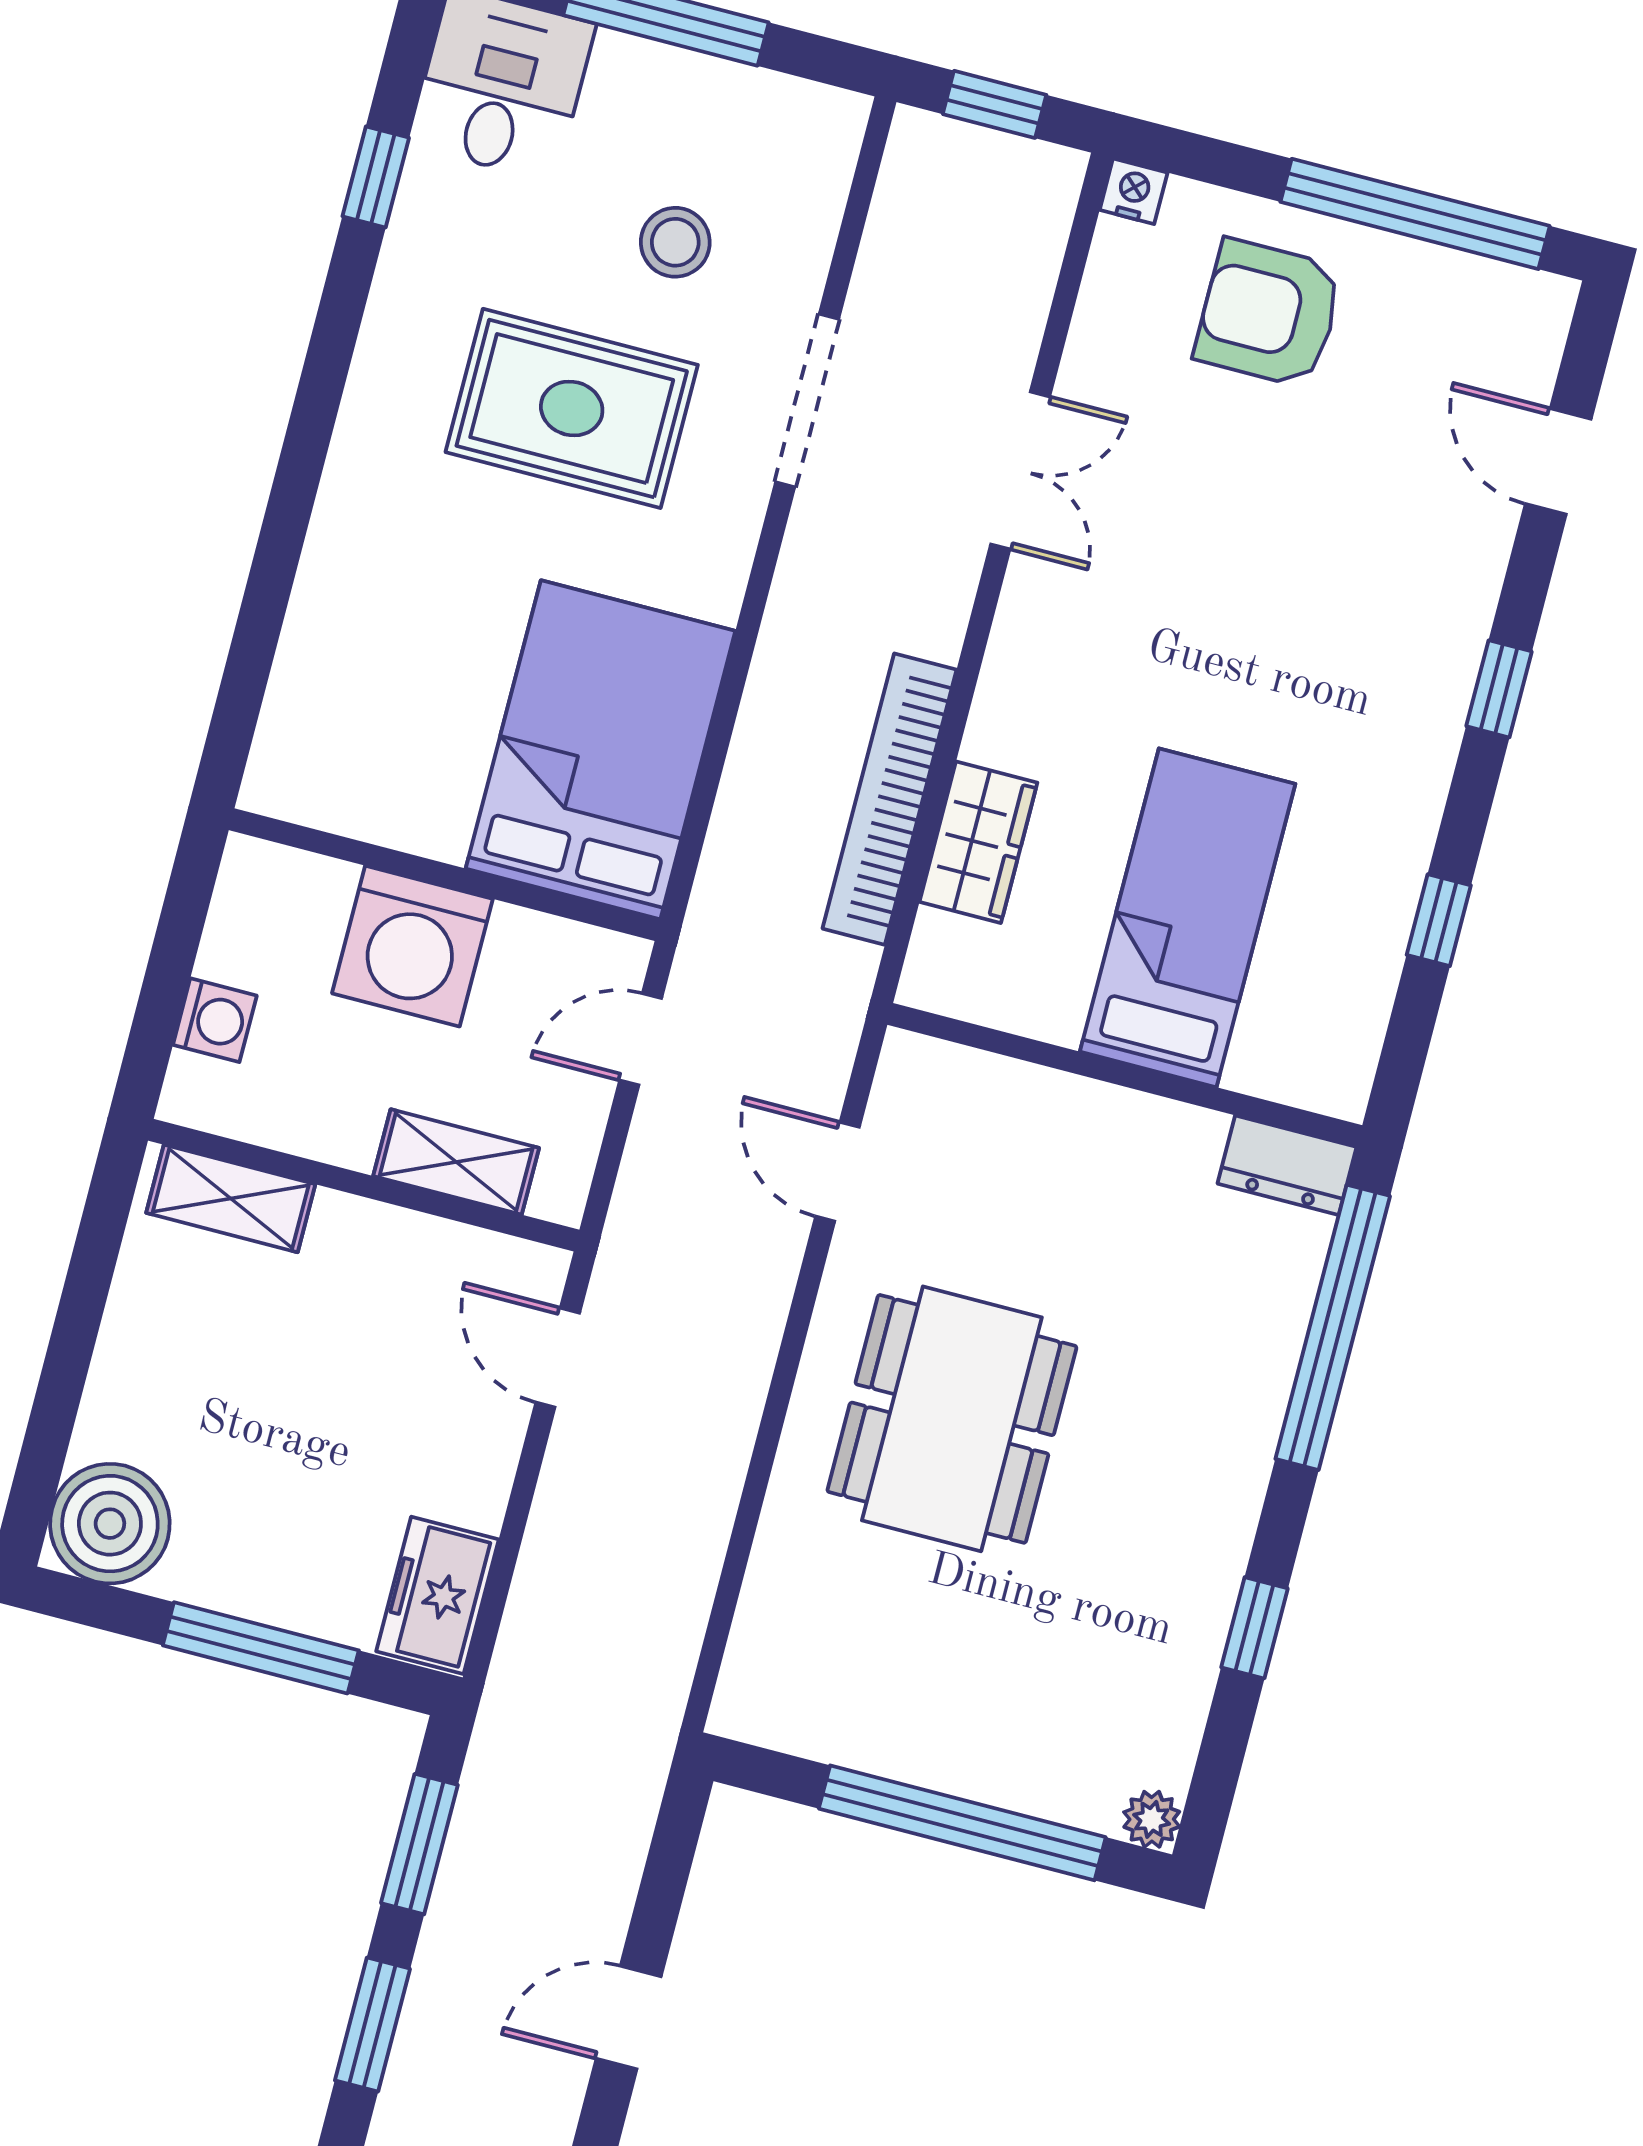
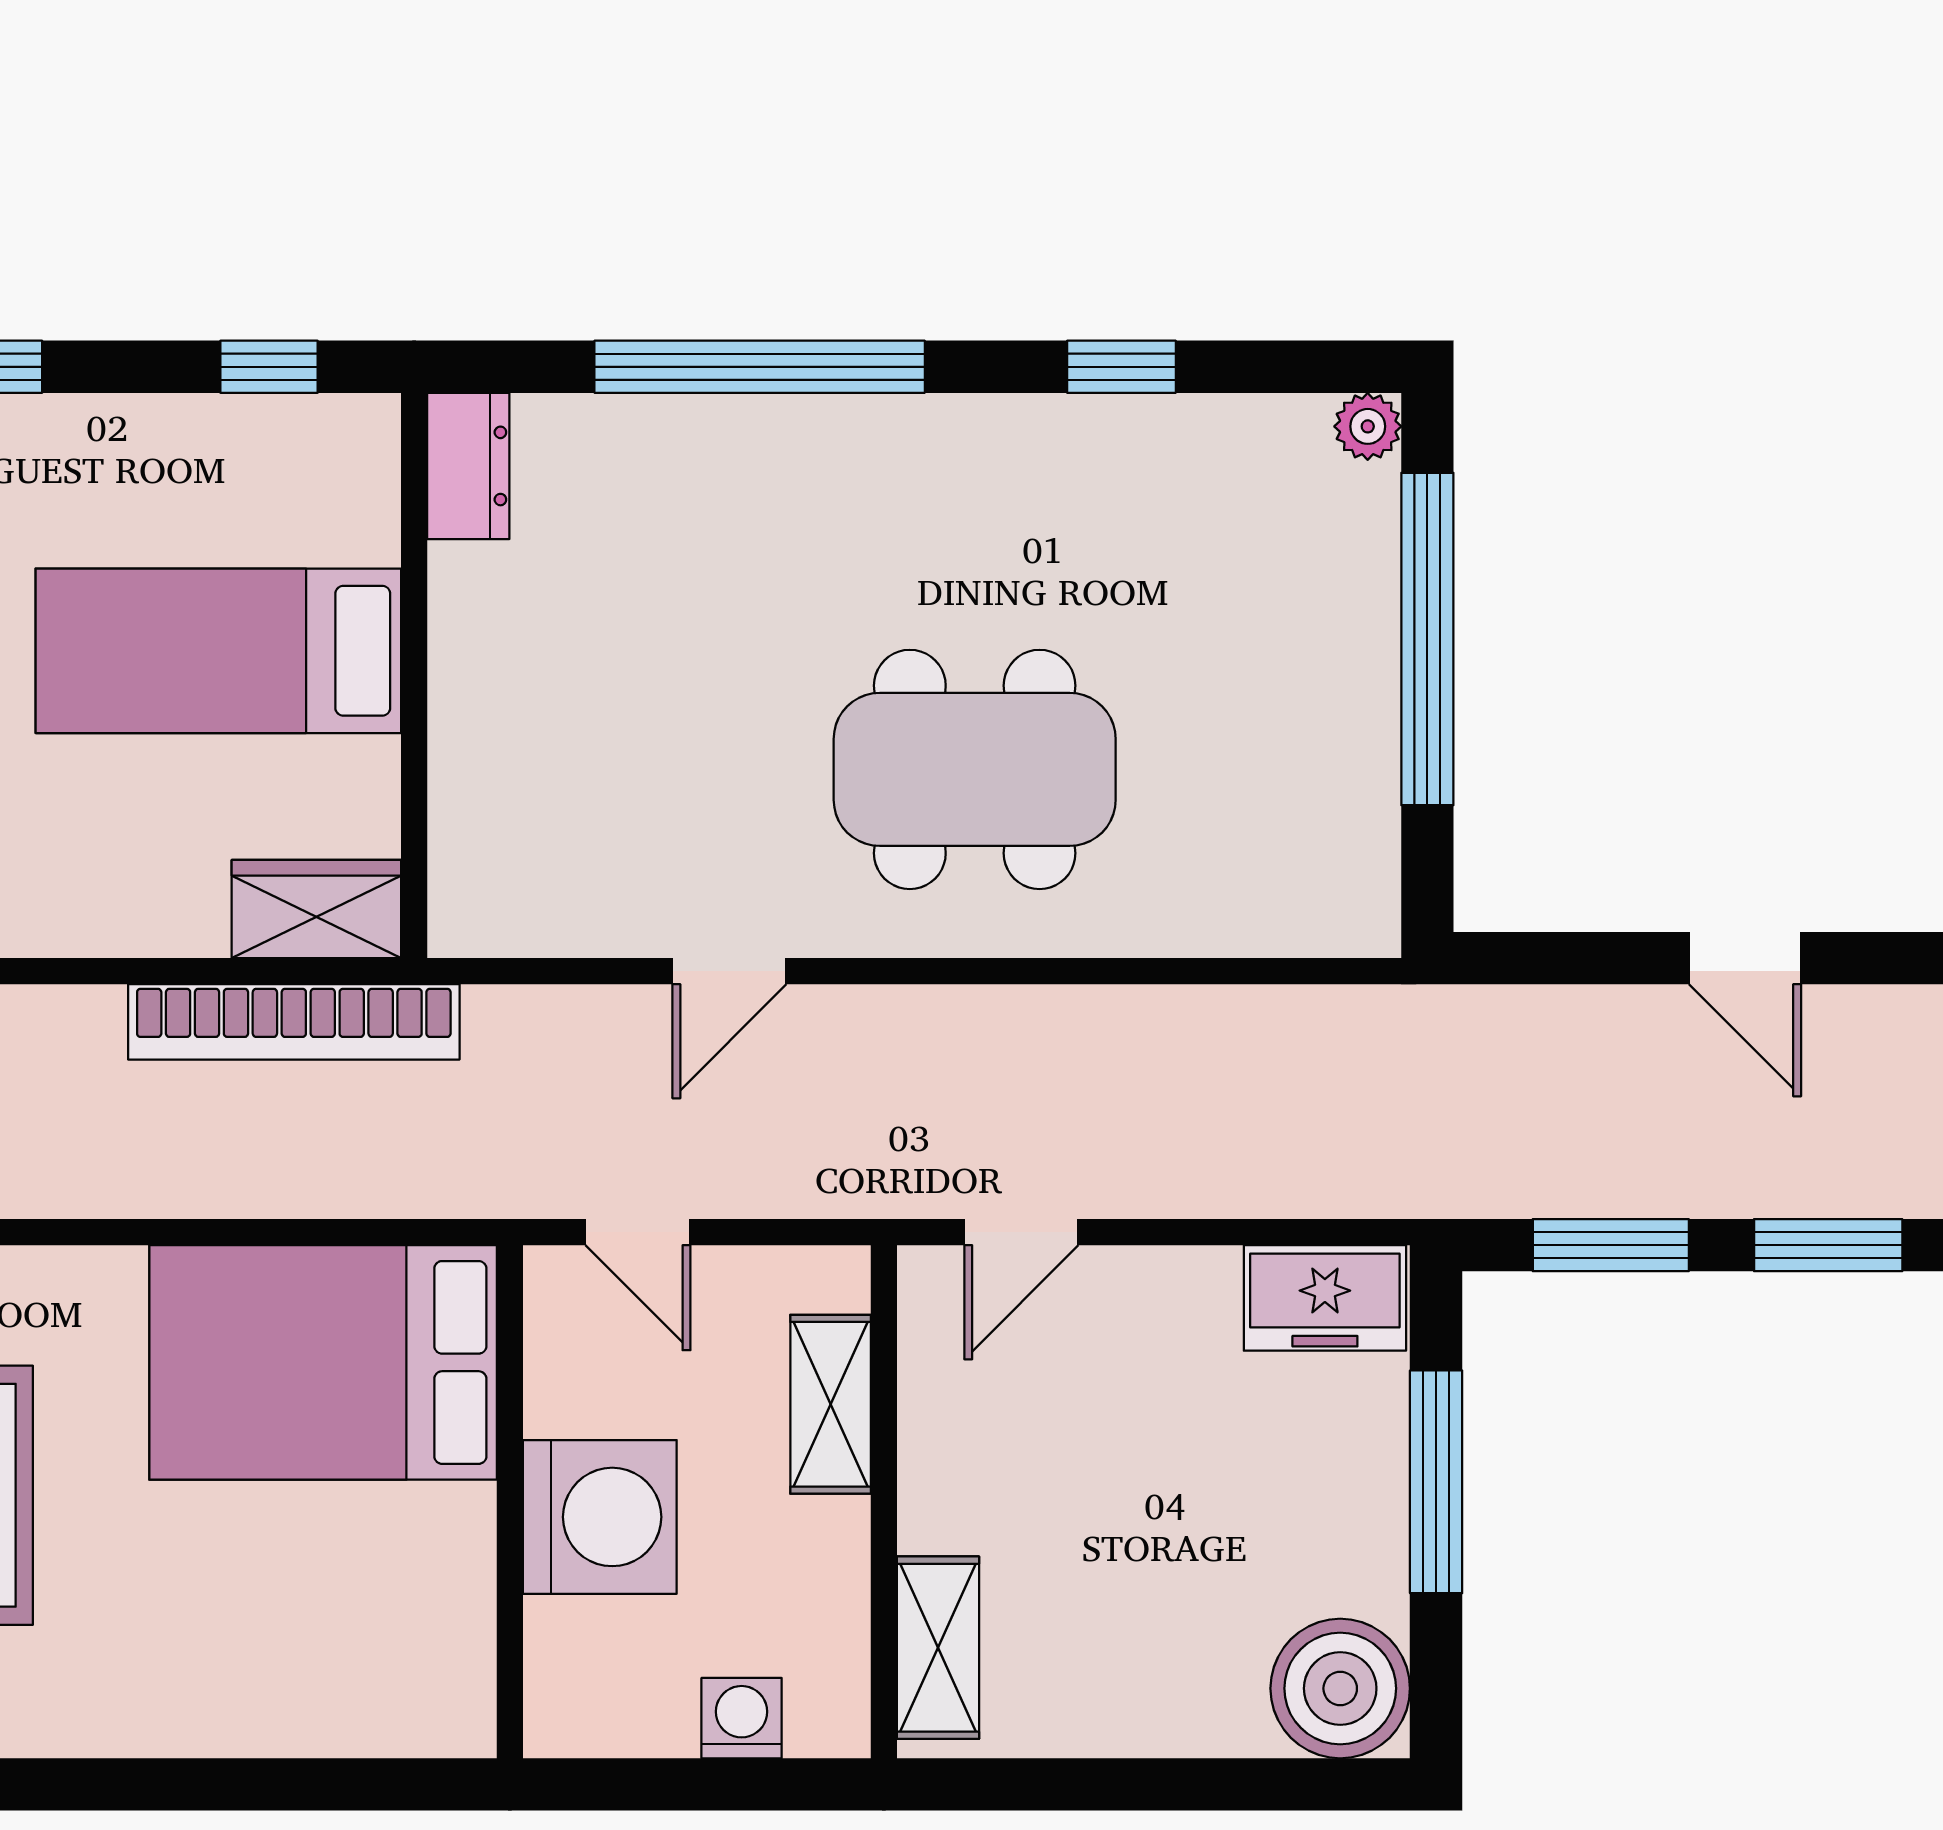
bed: (1188, 918) -> (218, 651), moved
wall: (1125, 1075) -> (414, 676), moved
dresser: (1287, 1165) -> (468, 466), moved

